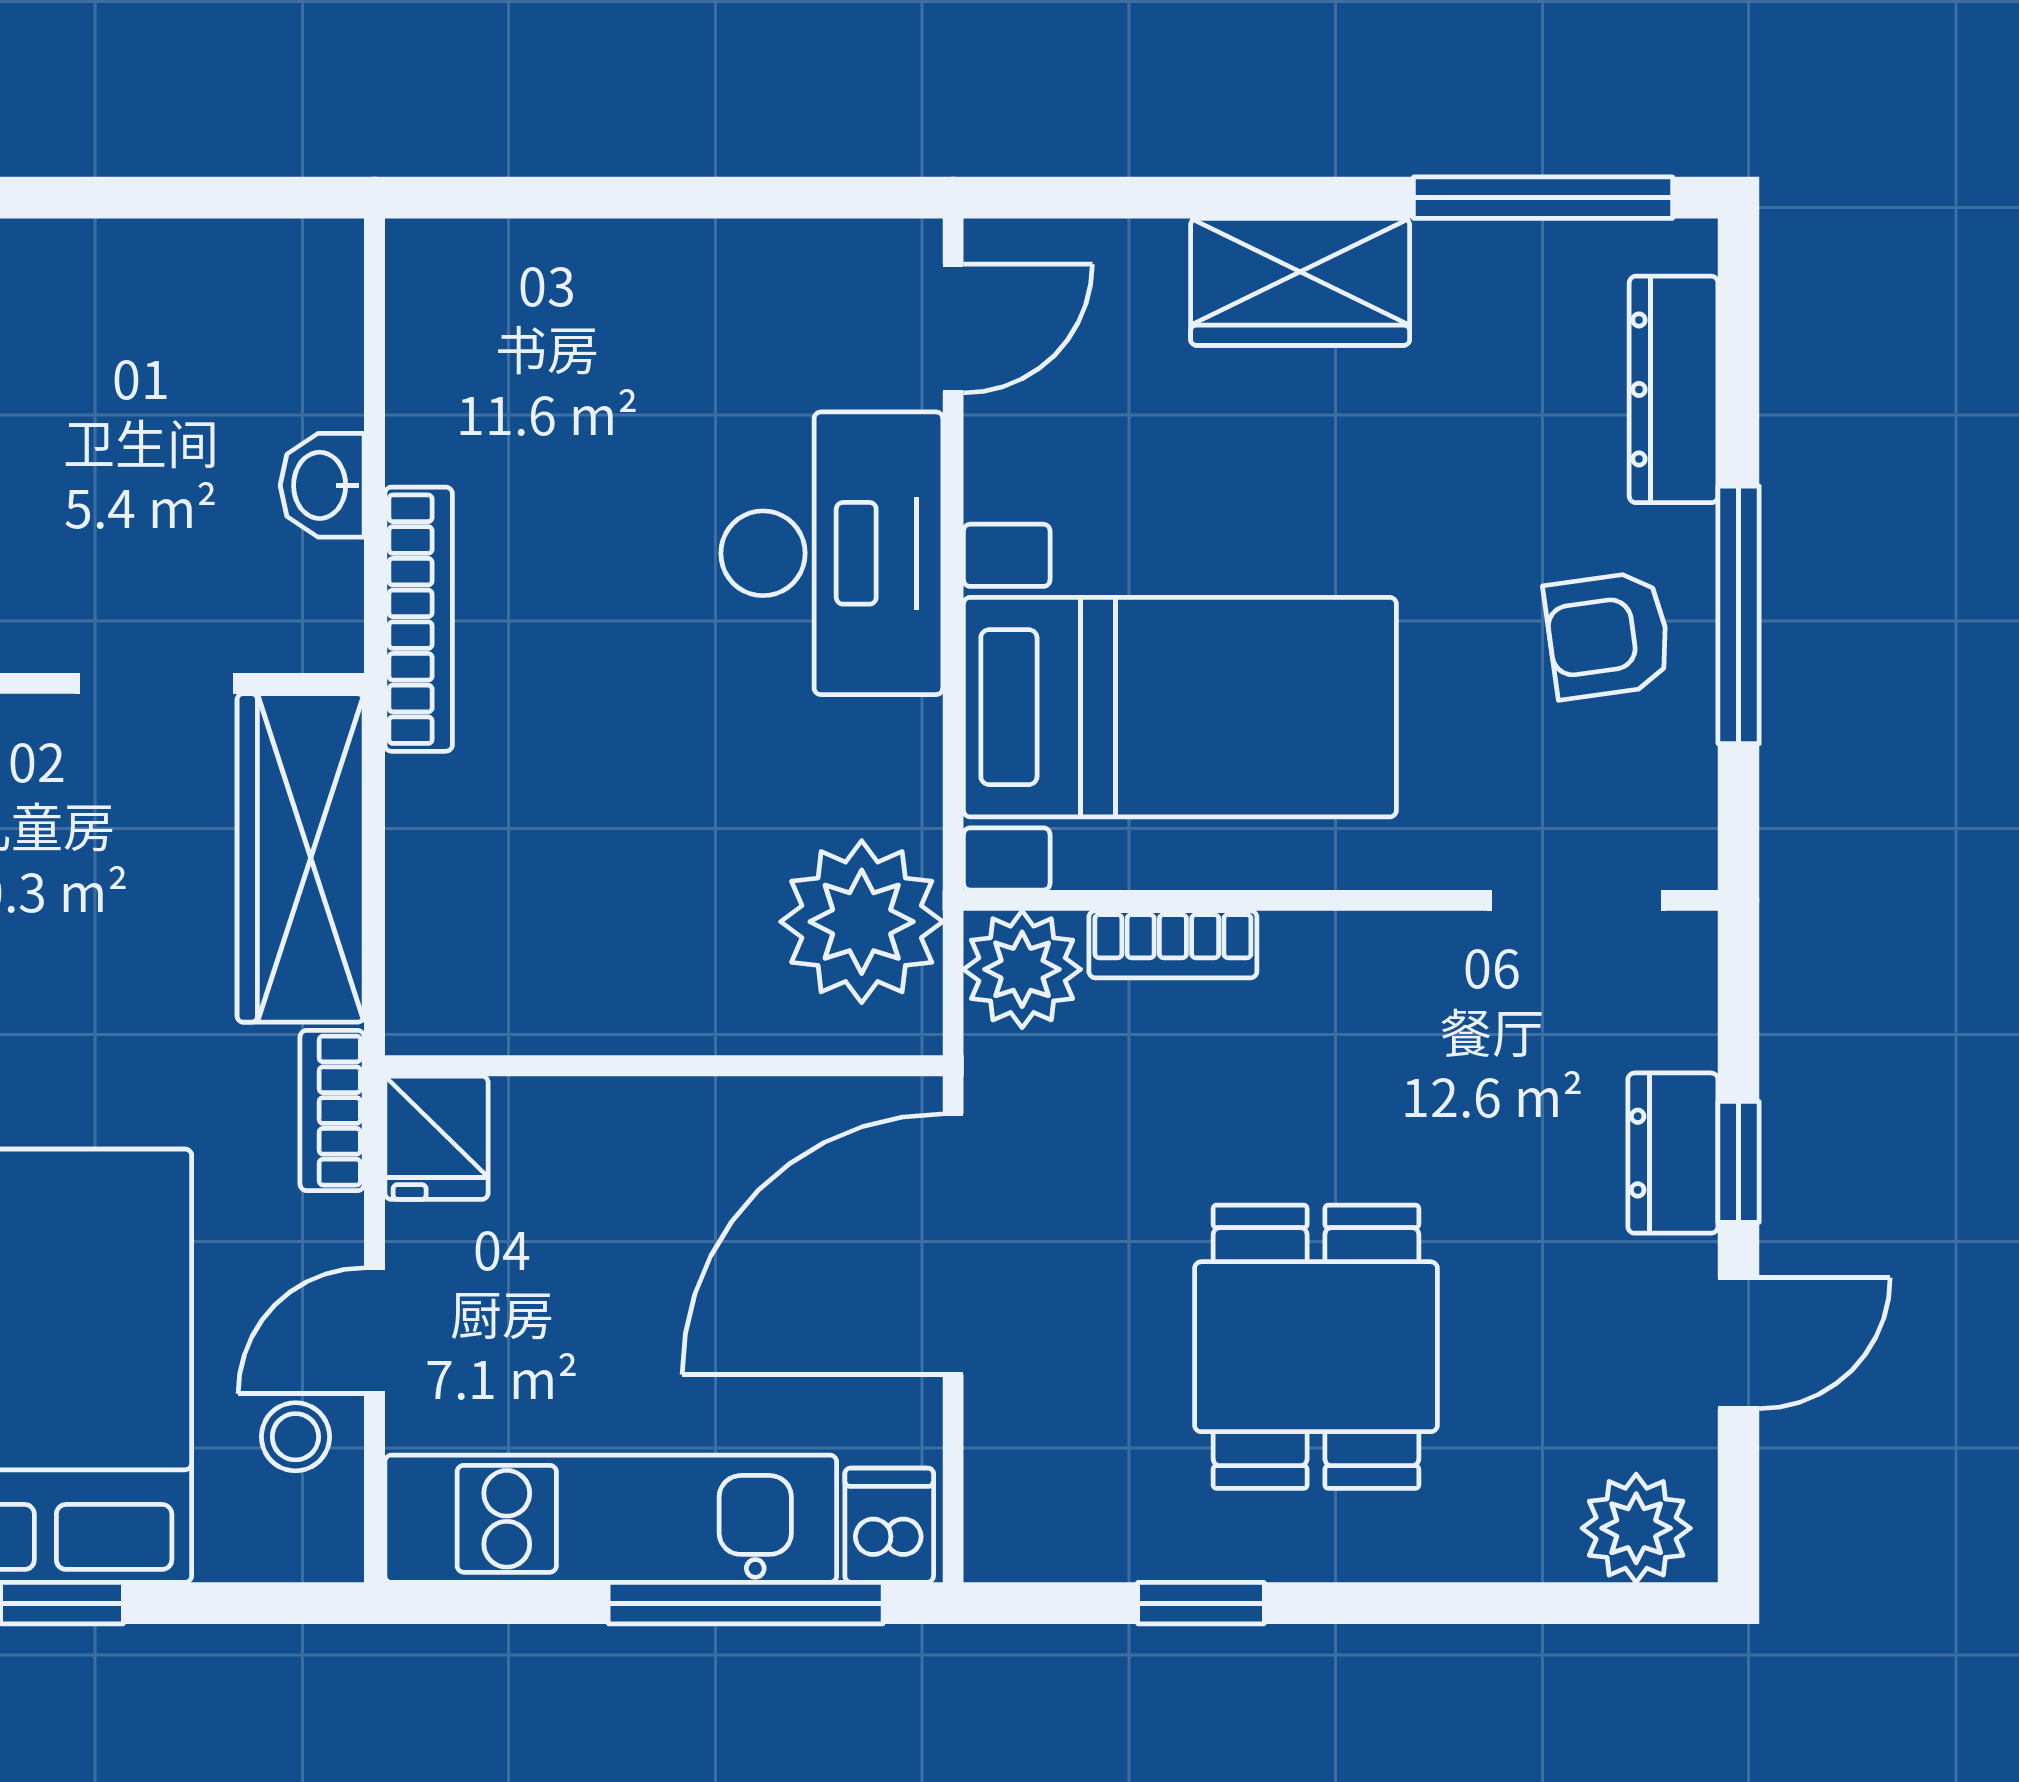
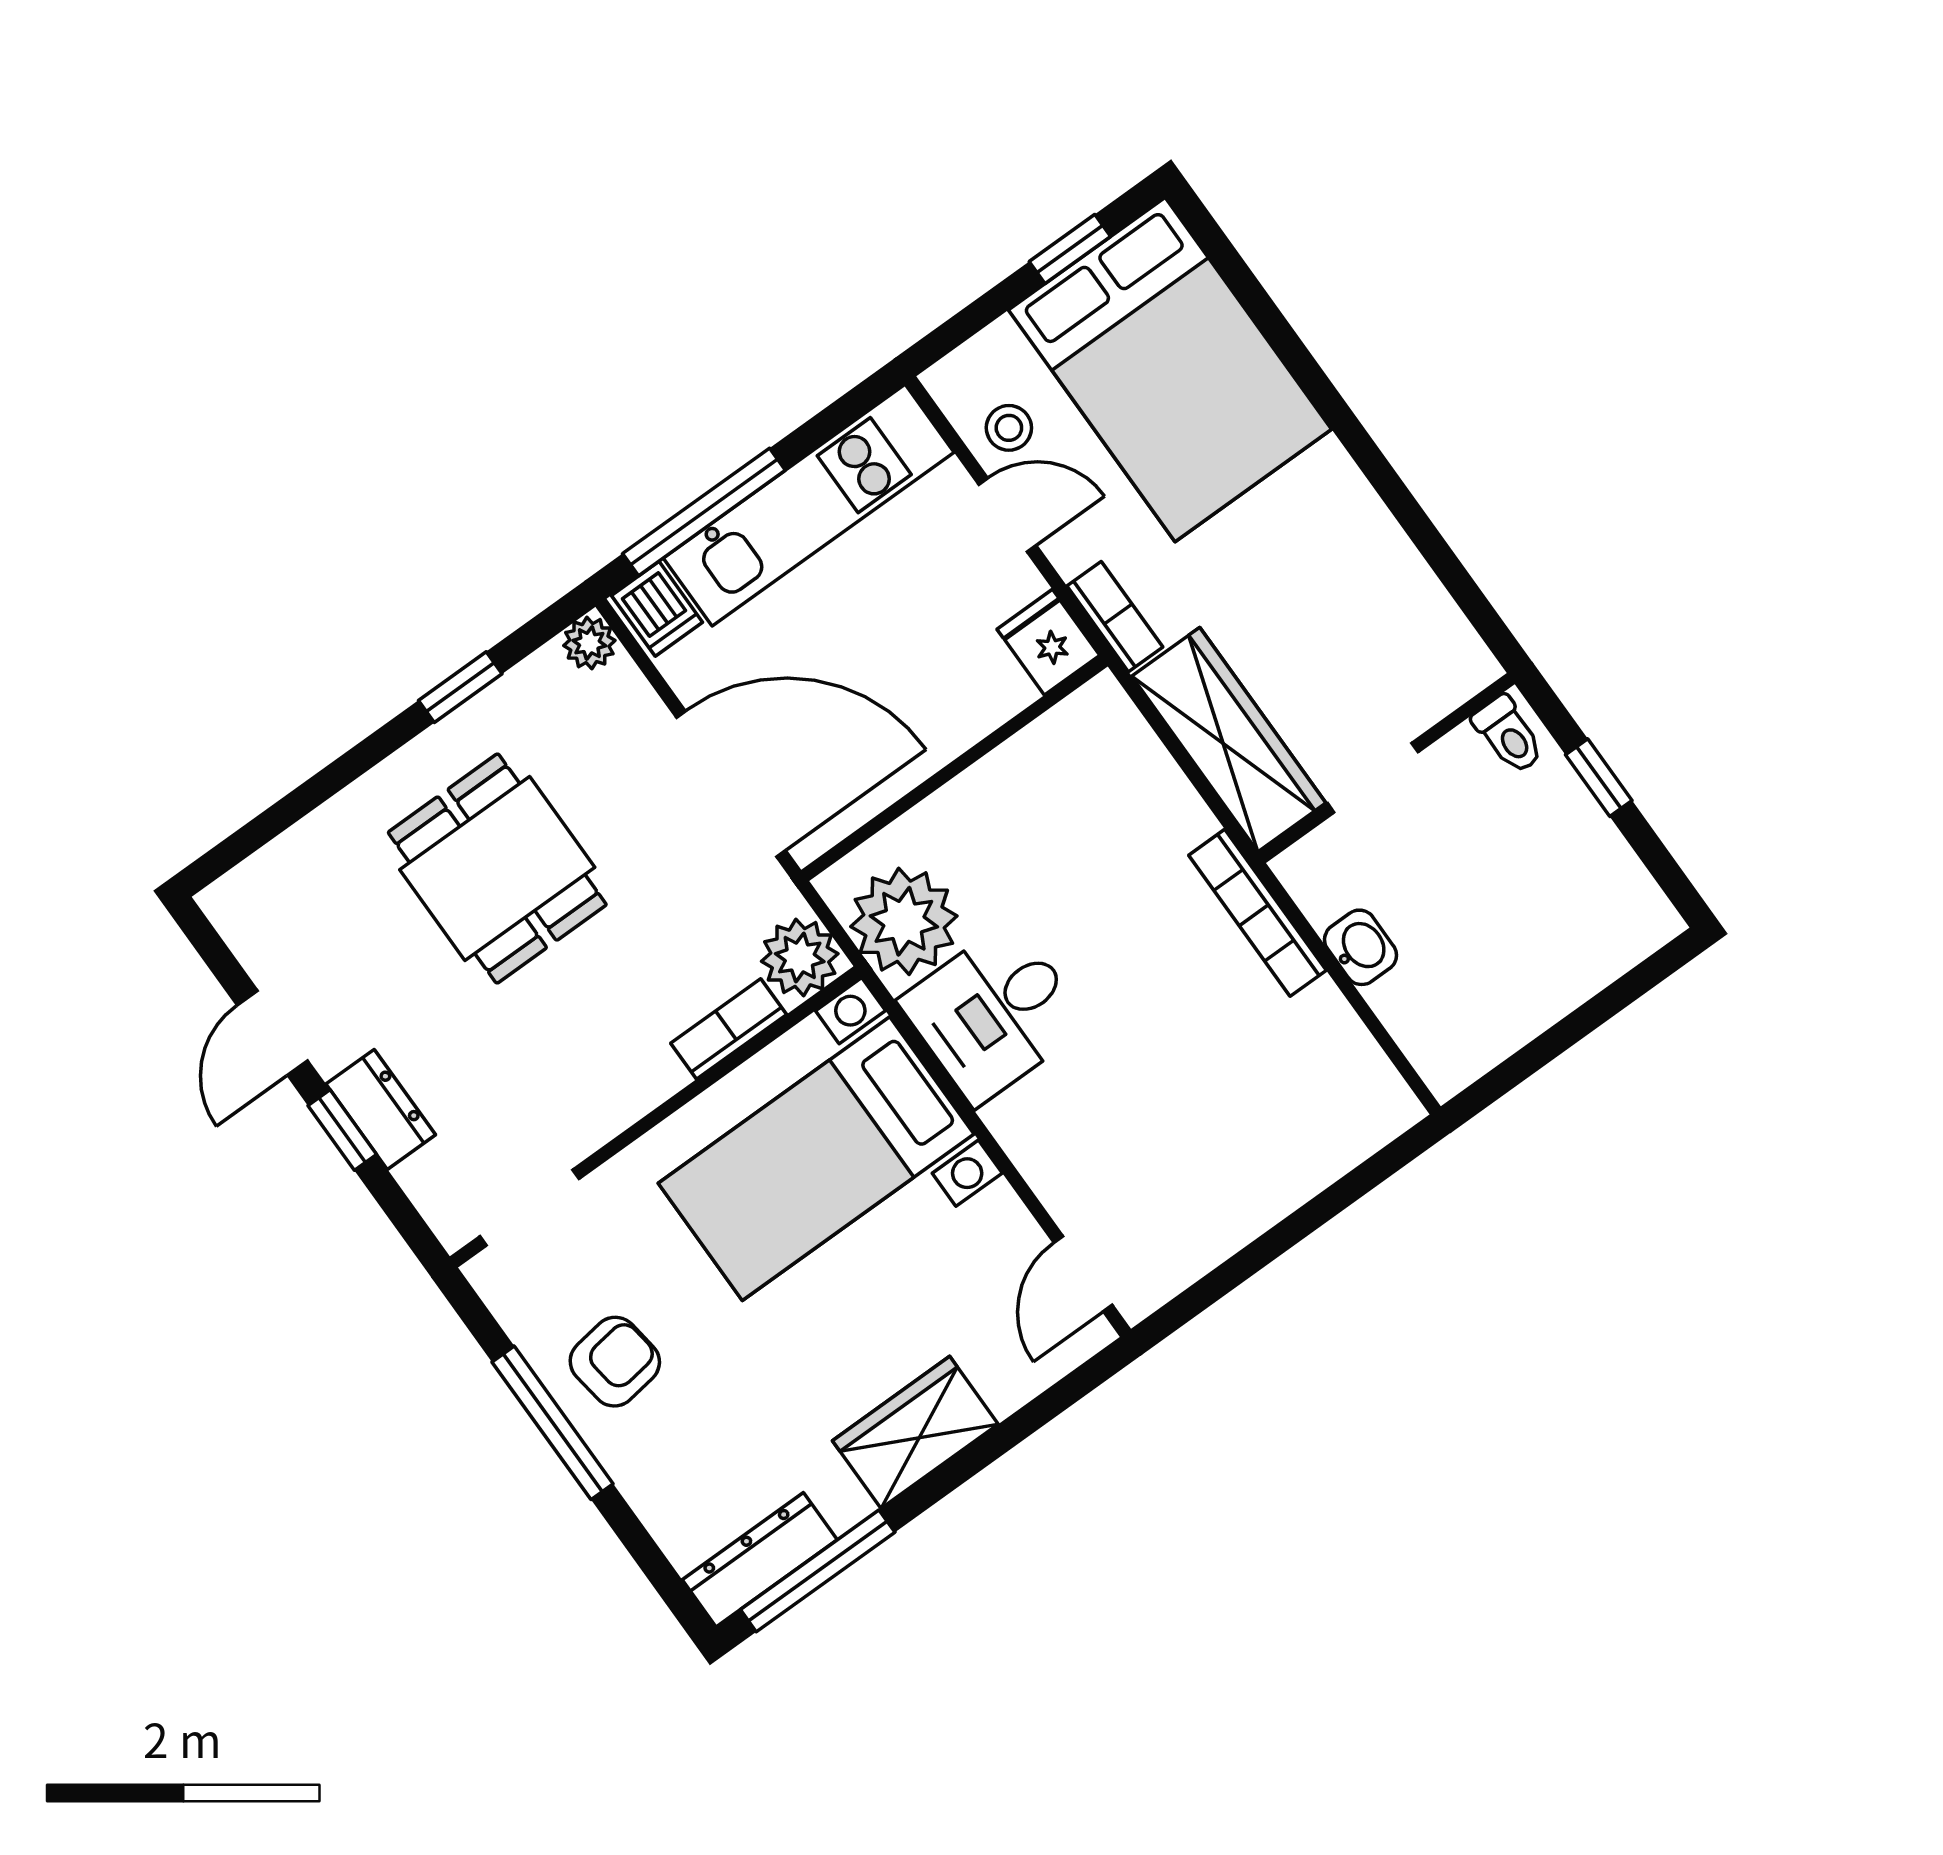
dresser: (1674, 389) -> (760, 1560), moved, turned -90
desk: (832, 553) -> (994, 1013), moved, width x0.73
door: (953, 1244) -> (731, 784), hinge flipped
door: (374, 1331) -> (1007, 515), hinge flipped
plant: (1636, 1528) -> (589, 643), moved, width x0.73, depth x0.73

